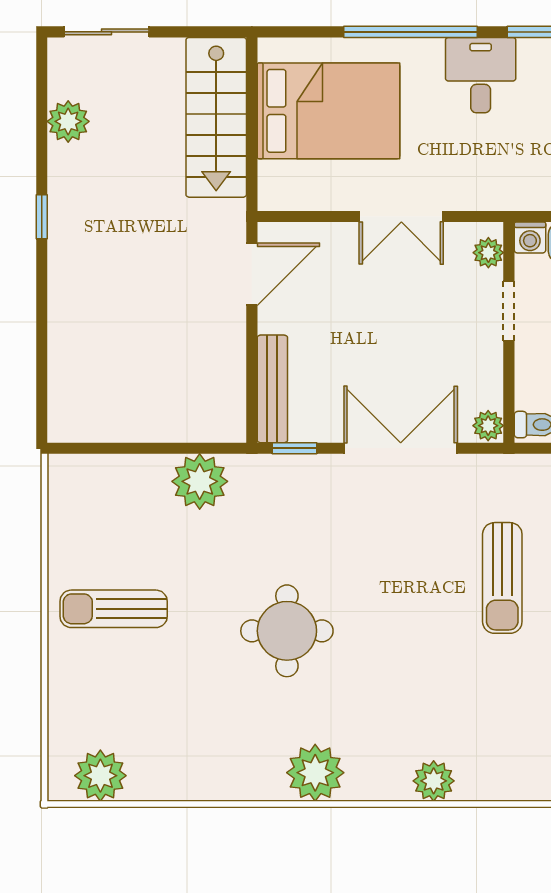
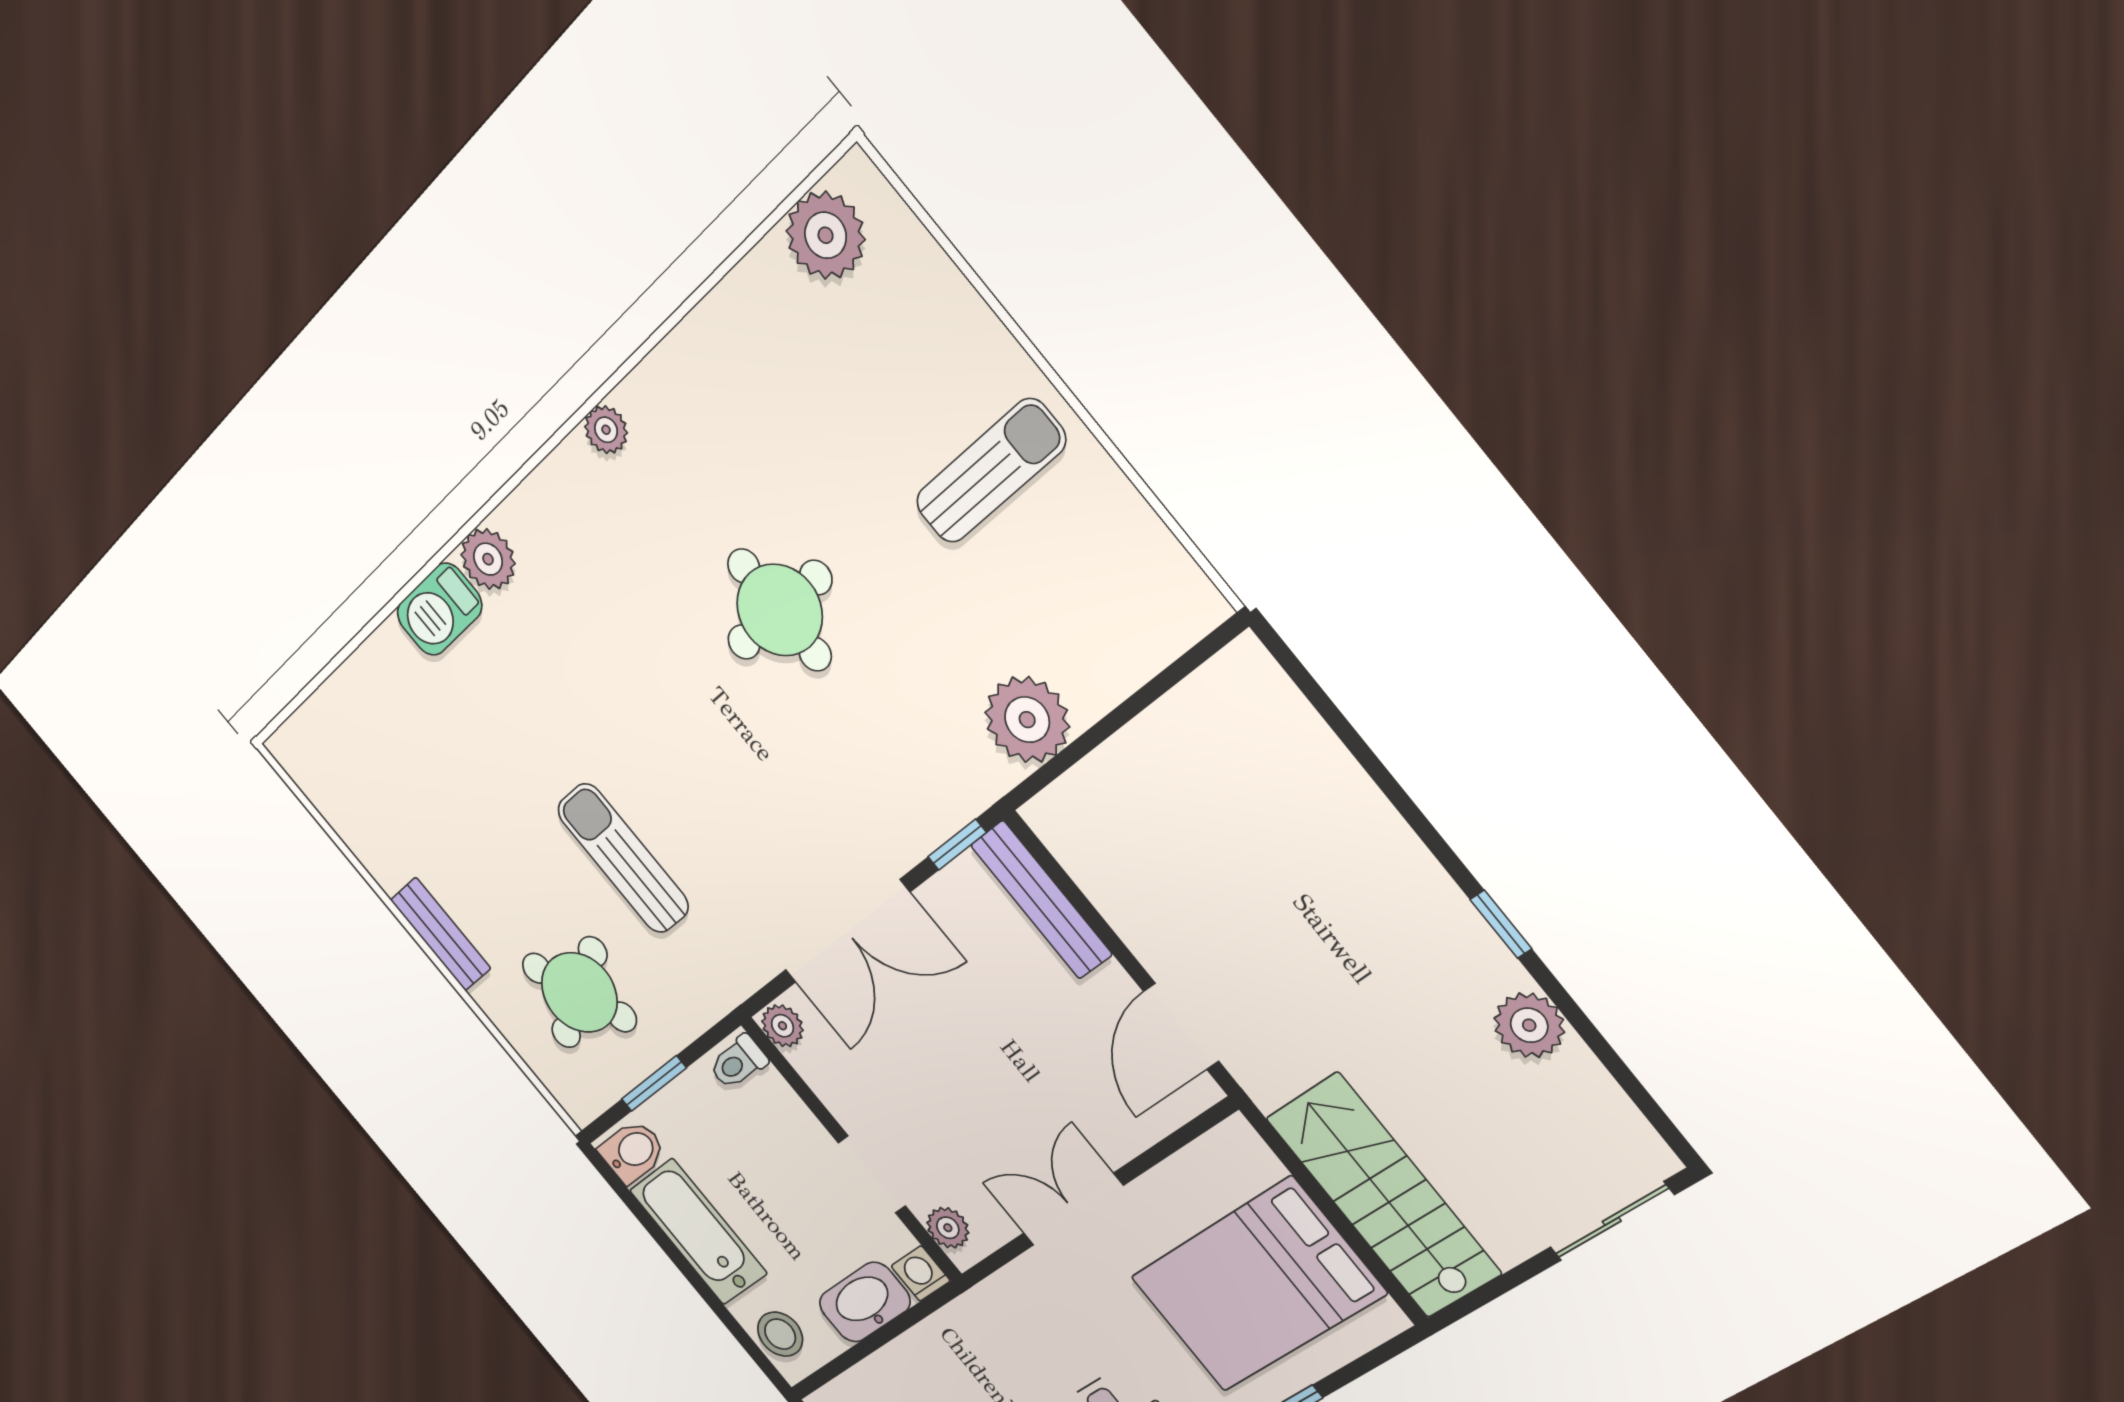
plant: (68, 121) -> (1529, 1025), moved
plant: (315, 773) -> (606, 430), width x0.53, depth x0.53
barbecue: (489, 780) -> (439, 609), added

